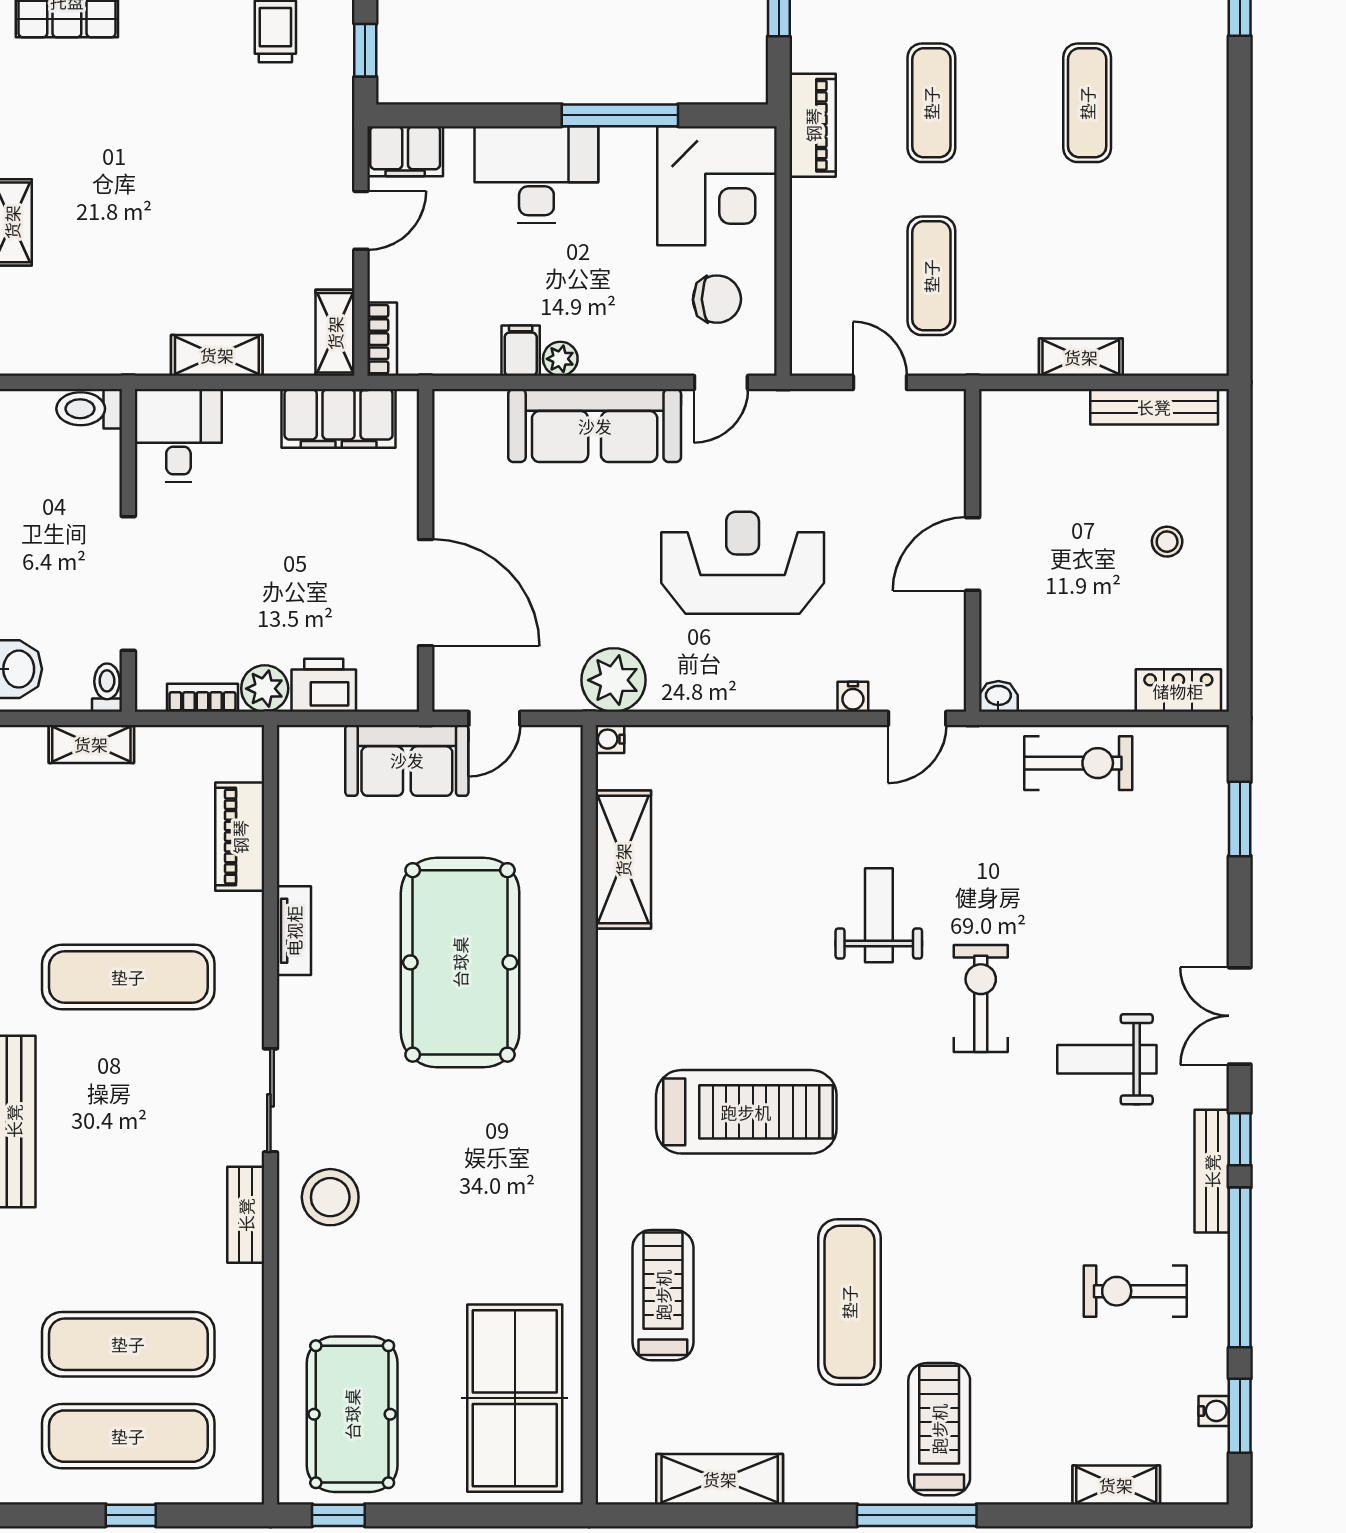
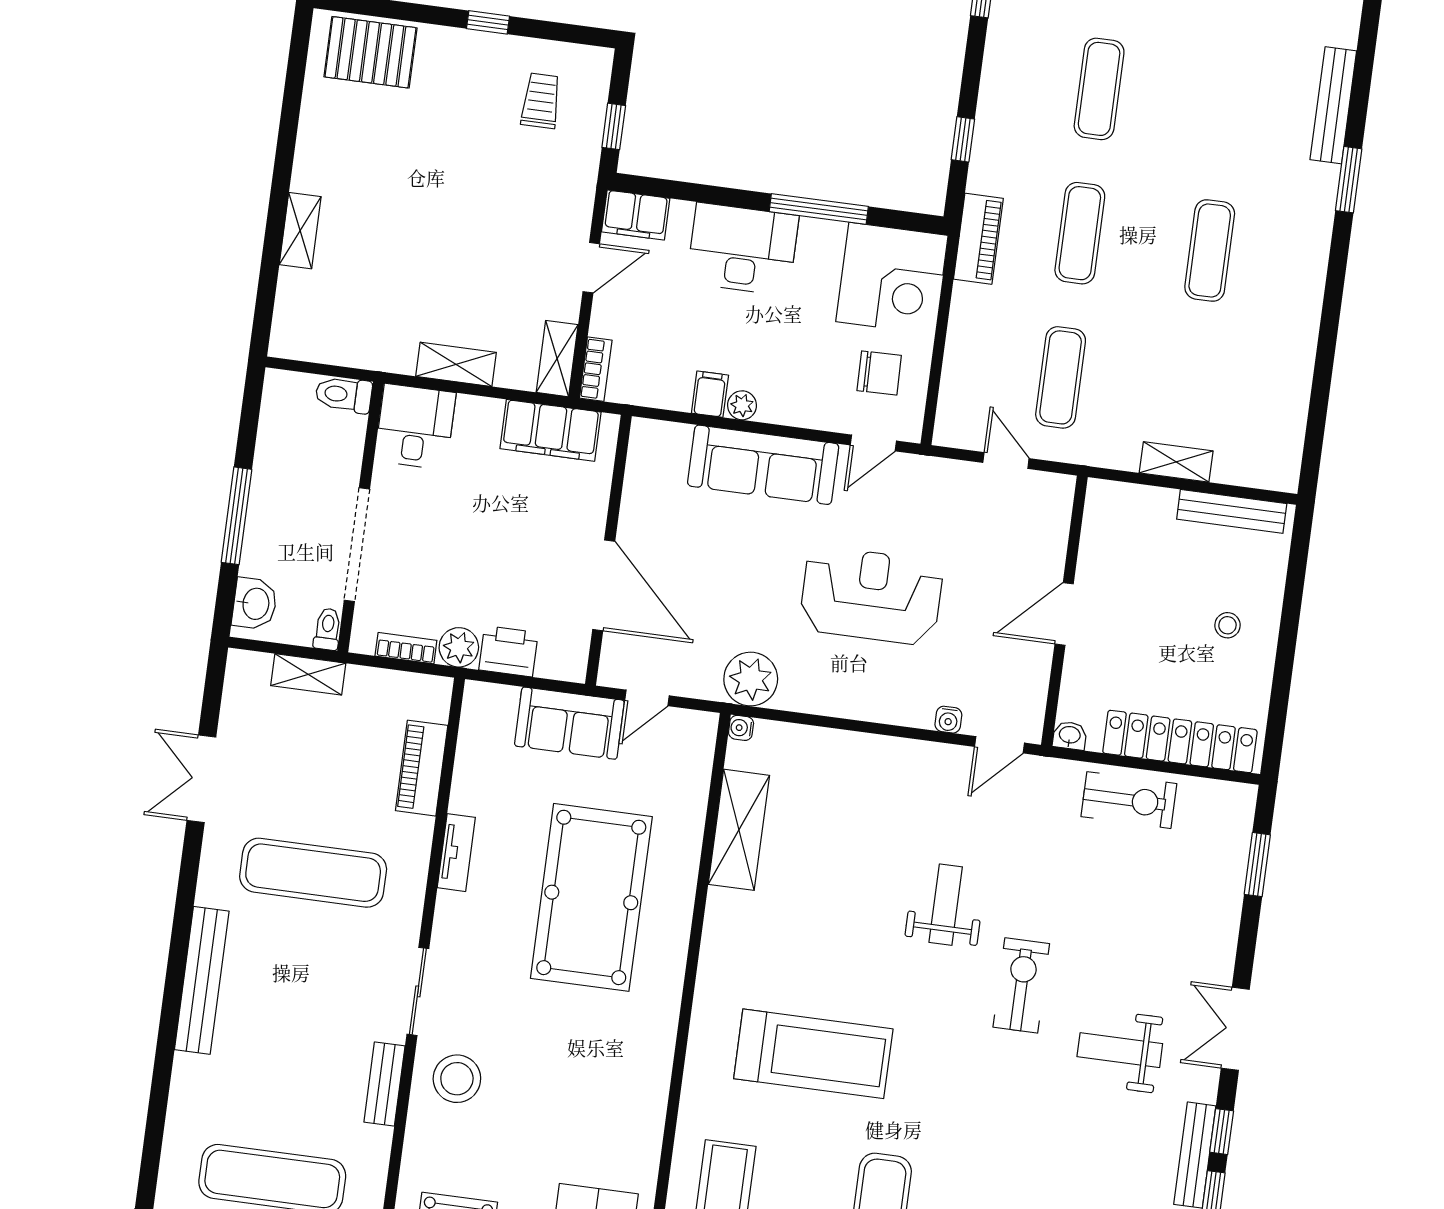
locker: (1178, 691) -> (1180, 741), width x2.16, depth x1.21

